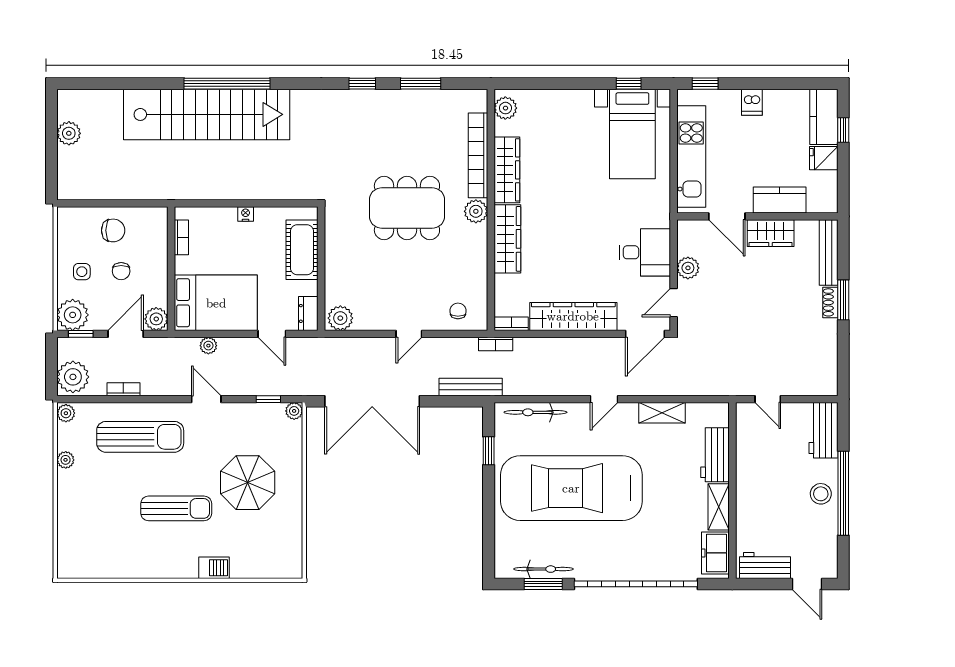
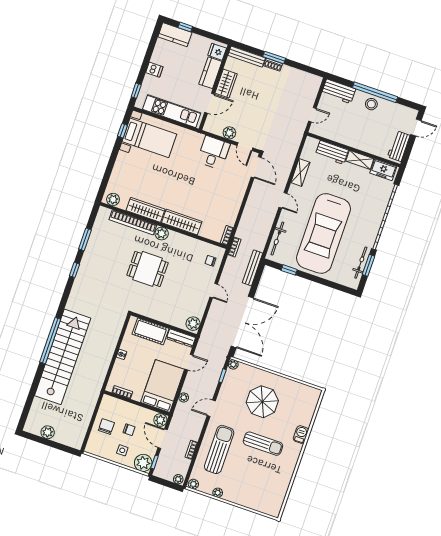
fridge: (824, 158) -> (217, 52), moved, turned 90
dining table: (407, 208) -> (148, 269), width x0.73
dresser: (308, 313) -> (181, 338), width x1.44
wardrobe: (573, 316) -> (234, 202), removed
plant: (73, 377) -> (178, 479), width x0.53, depth x0.53
sun lounger: (176, 508) -> (263, 444), turned 90

